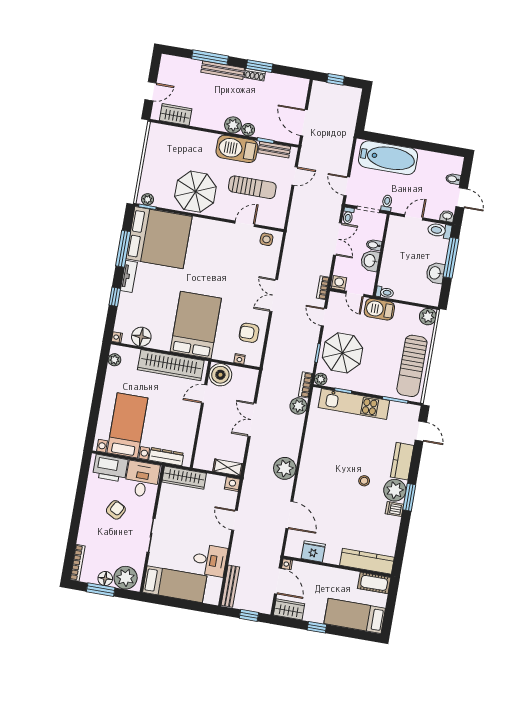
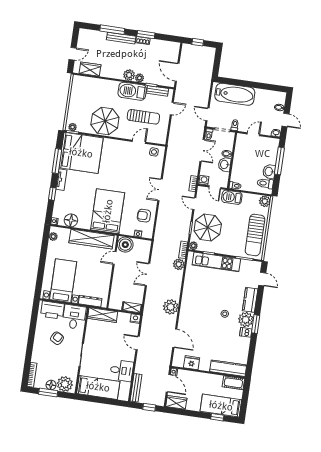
toilet: (440, 230) -> (265, 183), moved
window: (317, 627) -> (217, 417), moved

